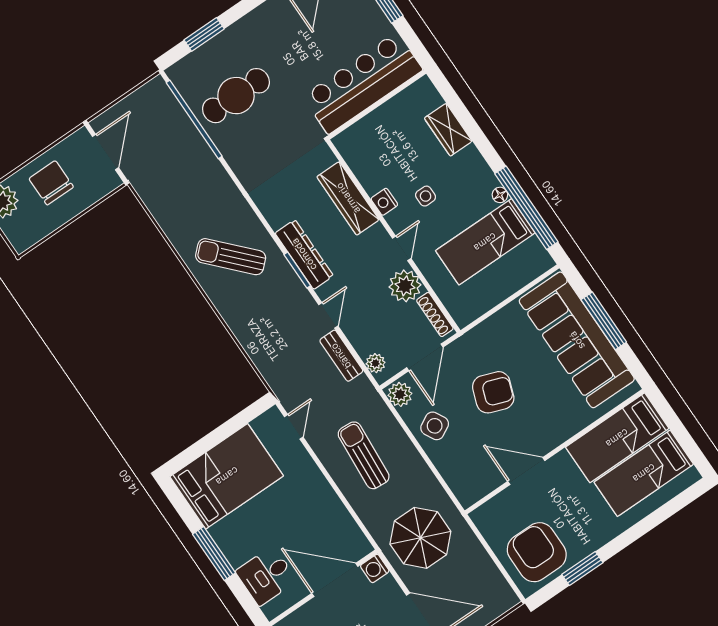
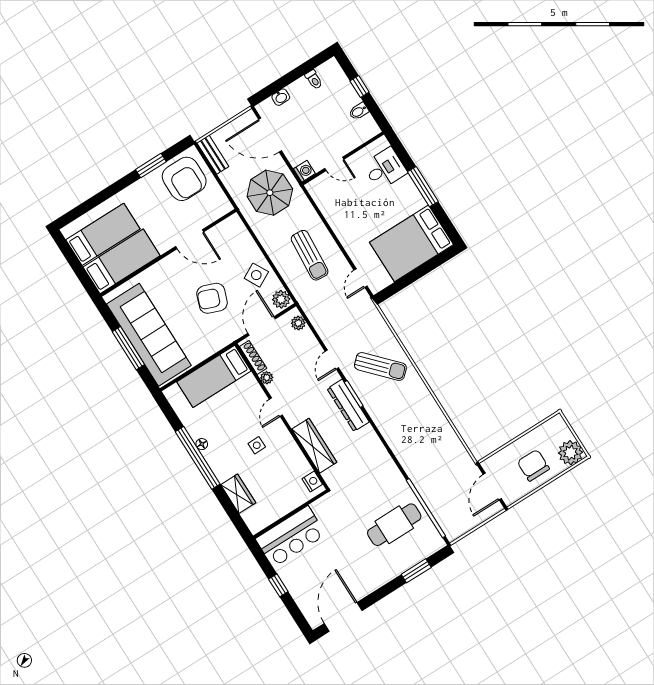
bar counter: (363, 83) -> (291, 537), width x0.73
chair: (51, 183) -> (533, 465), turned 180
nightstand: (384, 202) -> (312, 481), moved
window: (526, 208) -> (198, 458), moved
bed: (485, 242) -> (214, 376), moved, turned 180
sun lounger: (231, 257) -> (380, 366), moved
plant: (405, 286) -> (267, 378), width x0.53, depth x0.53
bench: (341, 356) -> (213, 155), moved
door: (335, 580) -> (334, 164), width x0.53

